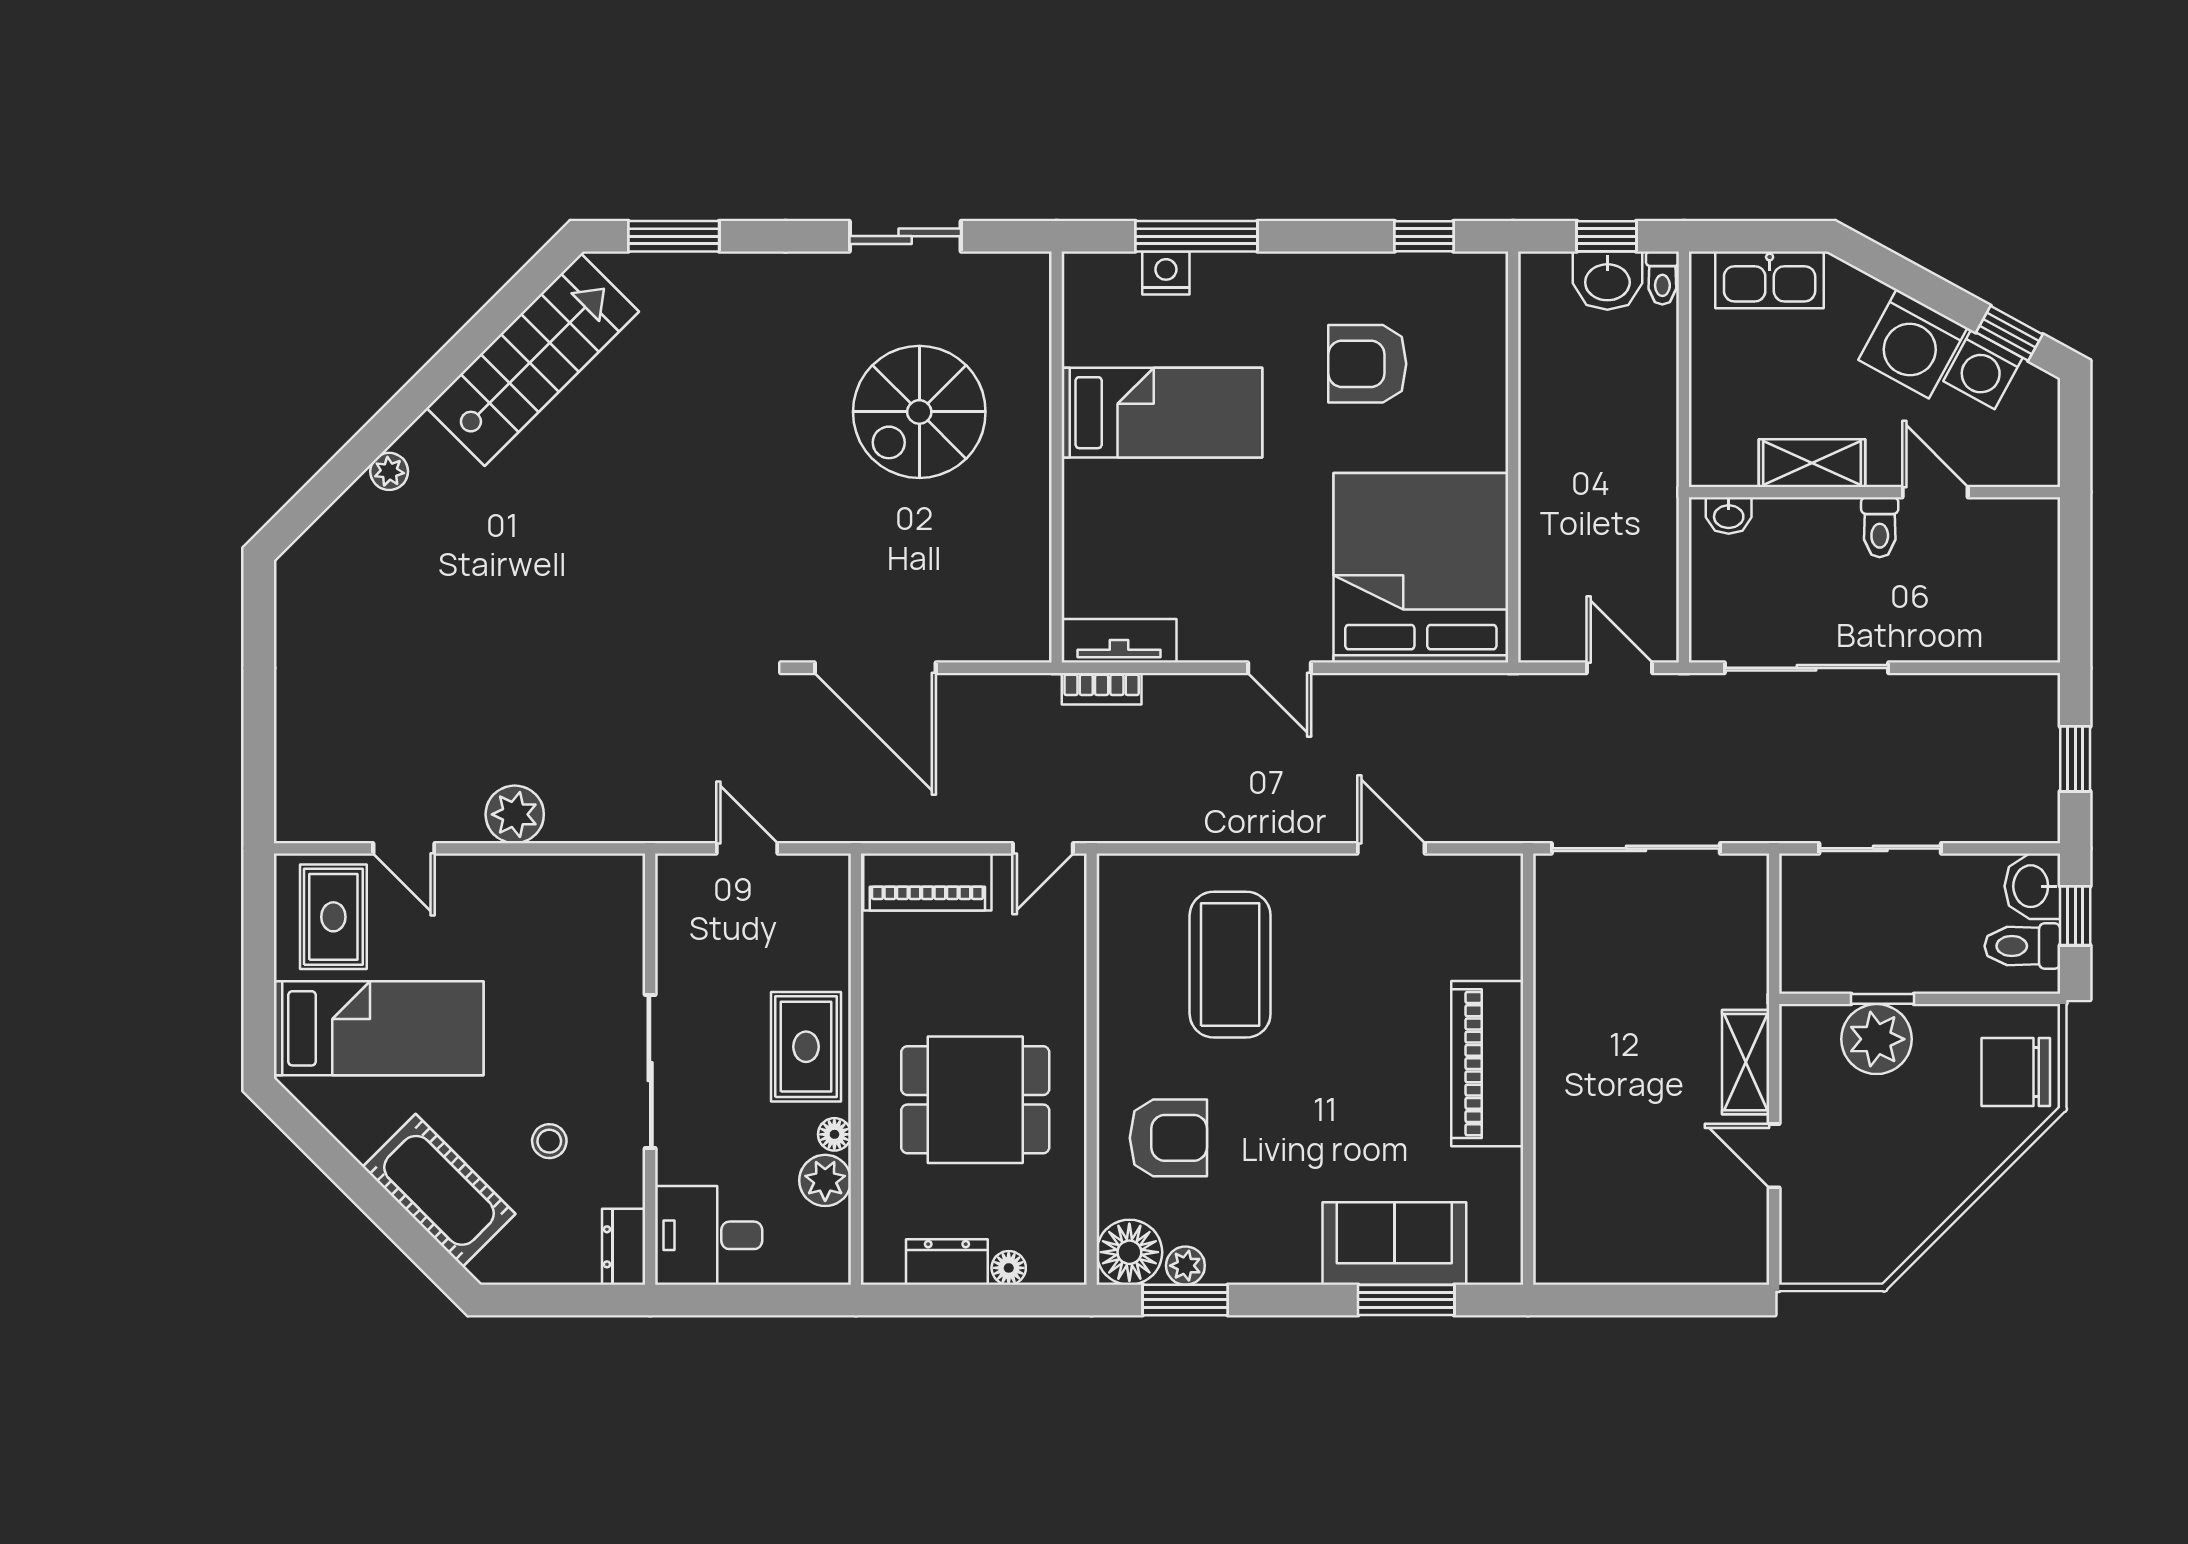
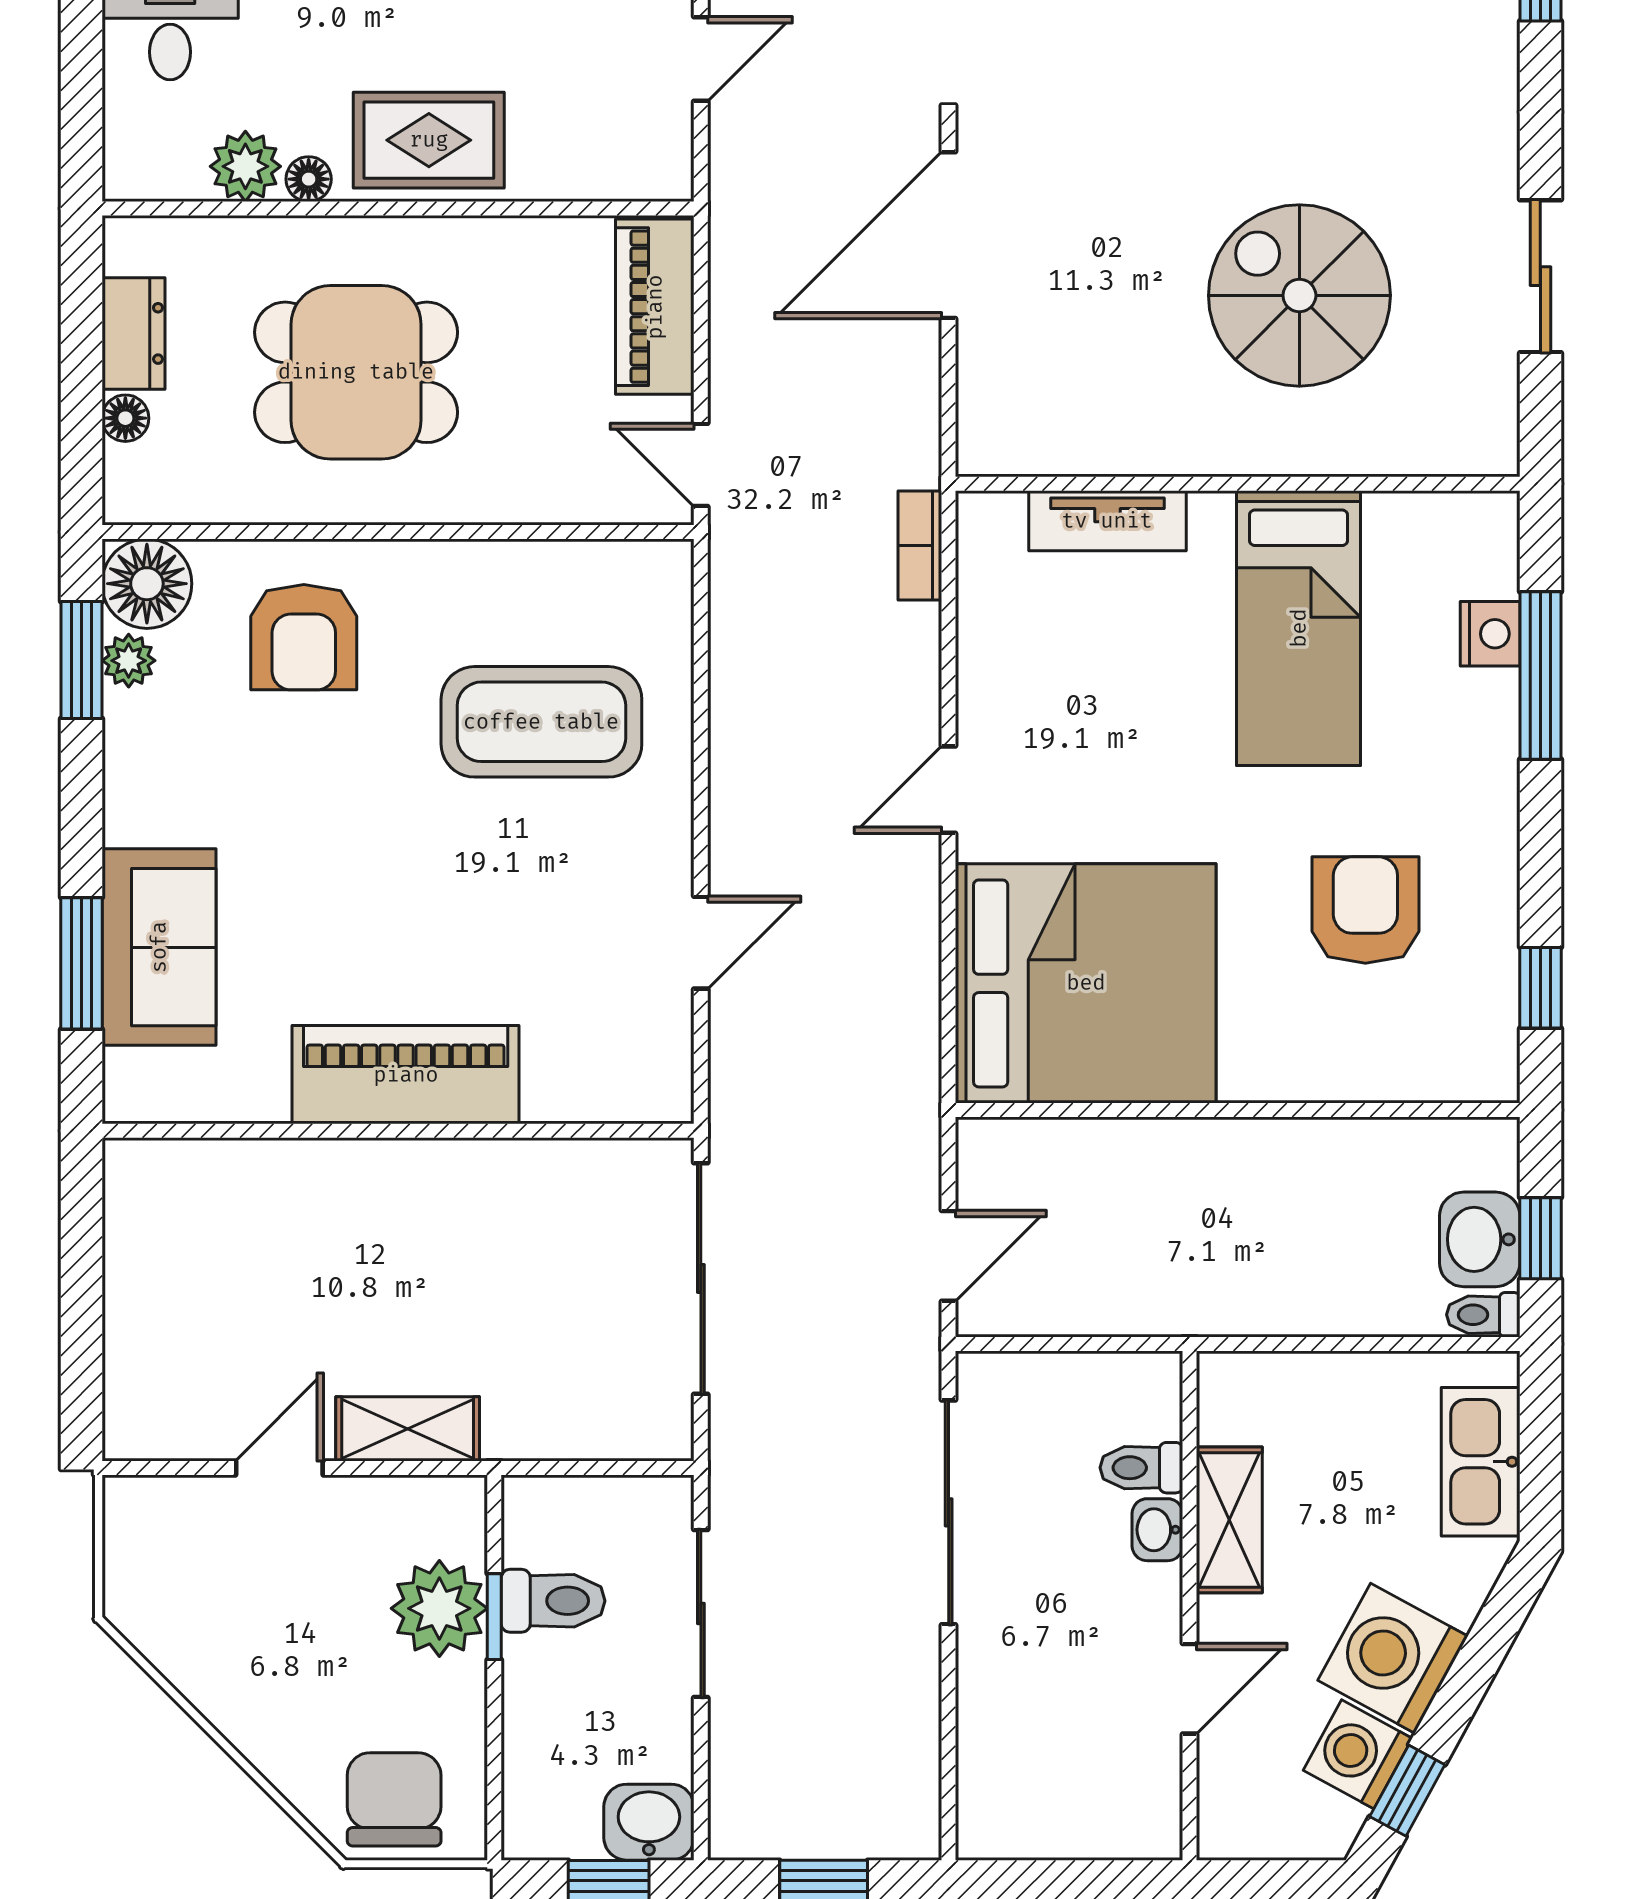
washbasin: (1729, 516) -> (1157, 1530), moved
toilet: (1880, 527) -> (1141, 1468), moved
tv unit: (1119, 641) -> (1107, 521), moved, turned 90
toilet: (2022, 946) -> (553, 1601), moved, turned 90
dining table: (975, 1100) -> (356, 372), turned 90

